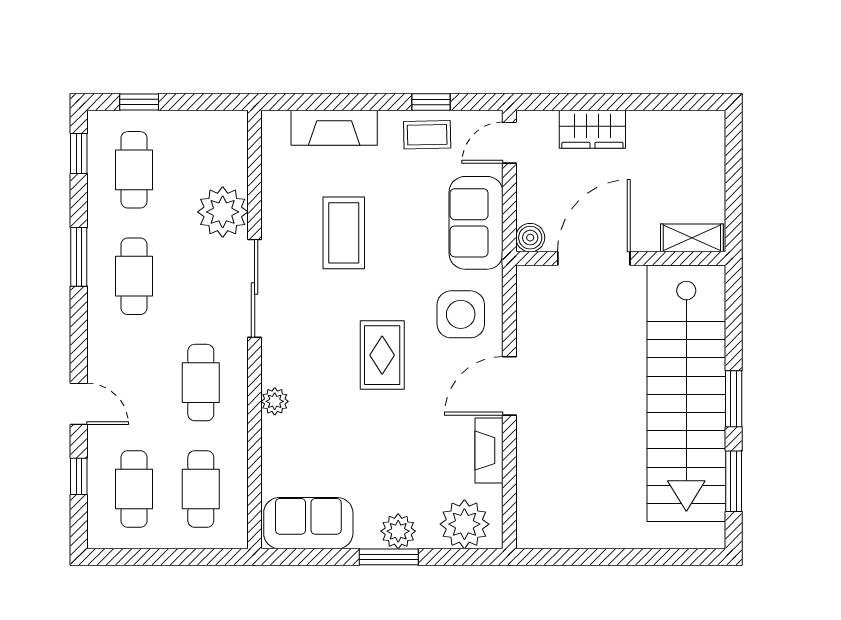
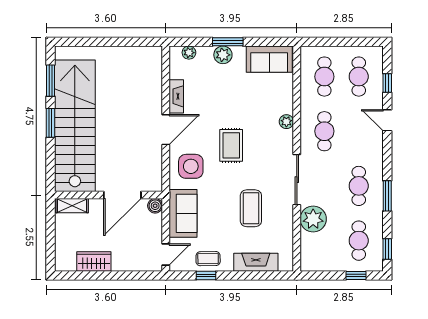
wardrobe: (592, 129) -> (94, 261), moved
plant: (464, 524) -> (189, 53), width x0.53, depth x0.53

